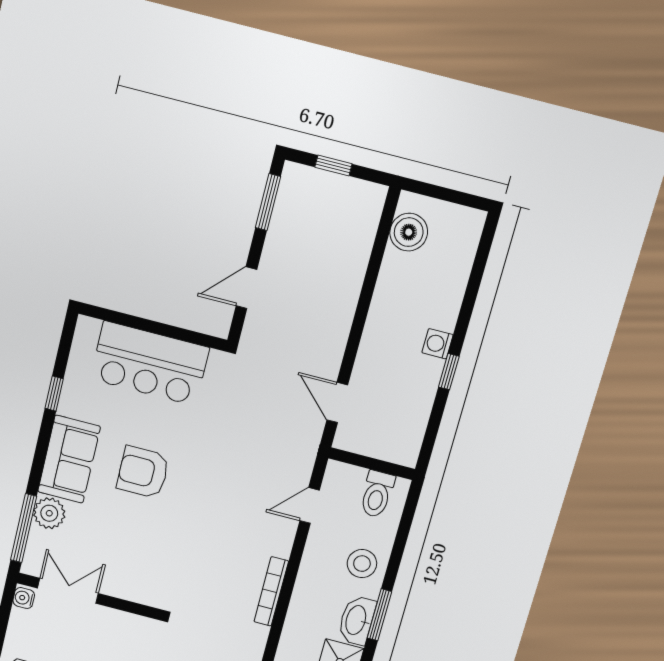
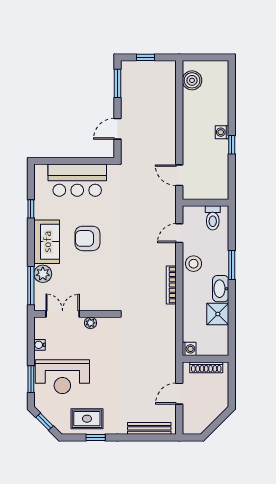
stool: (362, 564) -> (194, 264), moved
water cooler: (24, 598) -> (40, 345), moved
window: (379, 615) -> (232, 265), moved
plant: (113, 619) -> (90, 323), added

